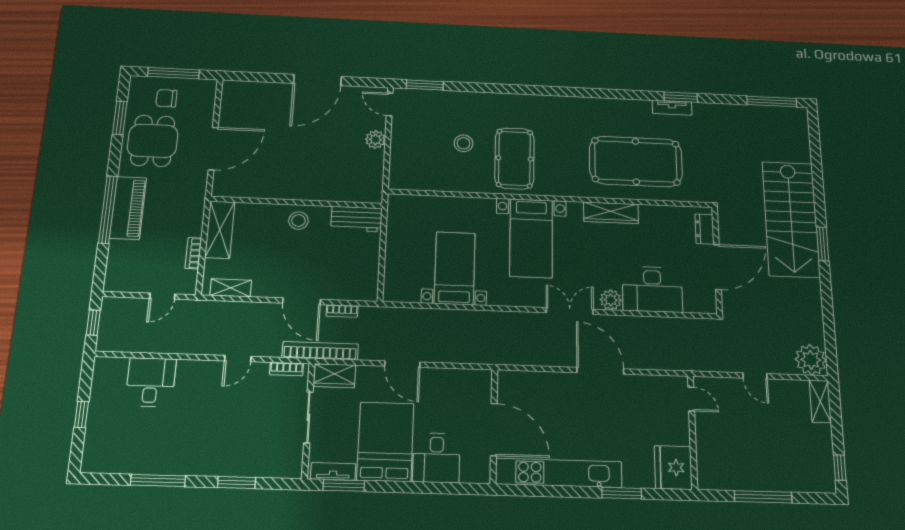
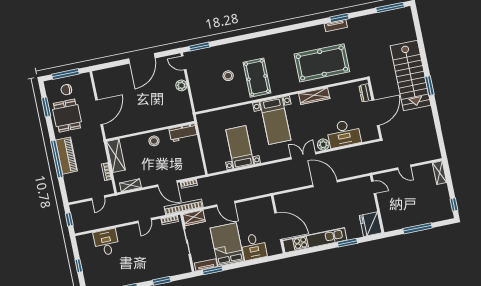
plant: (811, 360) -> (432, 152), removed

